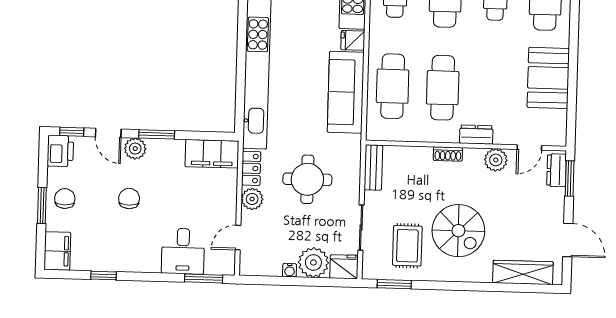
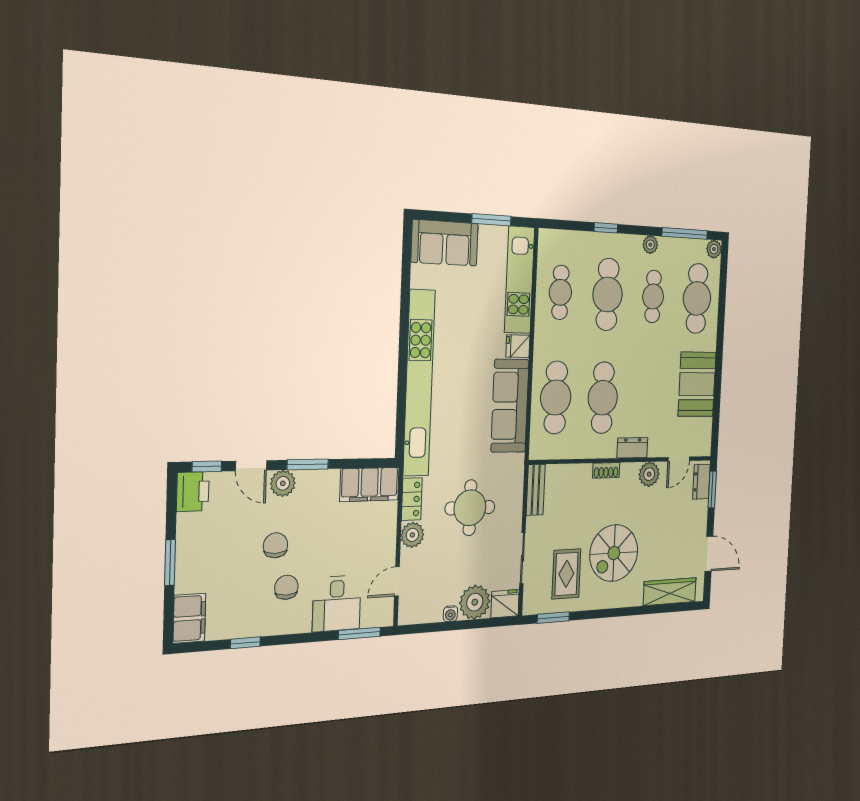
chair: (65, 199) -> (286, 587), moved
spiral stairs: (458, 231) -> (614, 553), turned 90

